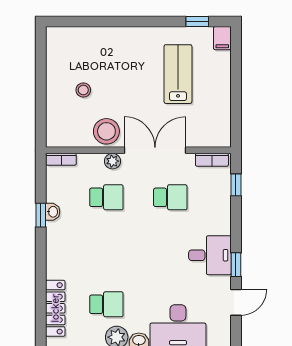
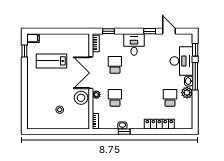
desk: (210, 255) -> (134, 45), moved
locker: (55, 308) -> (159, 124), moved

